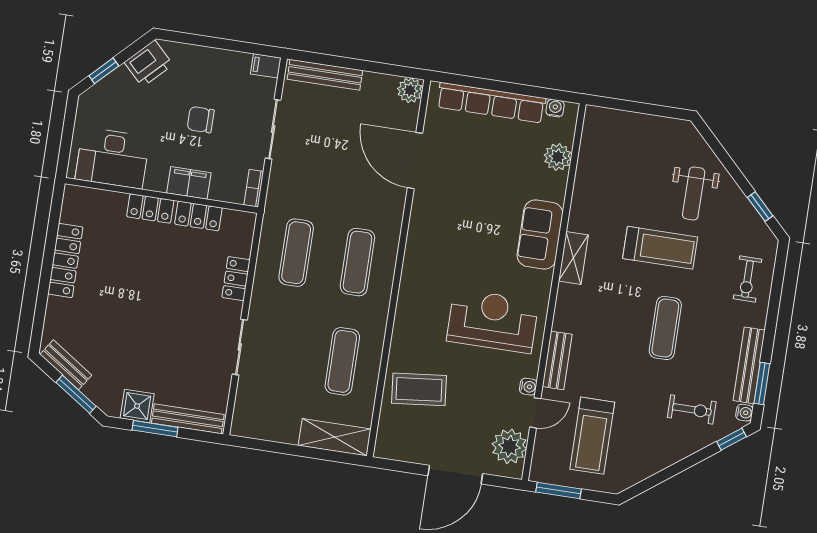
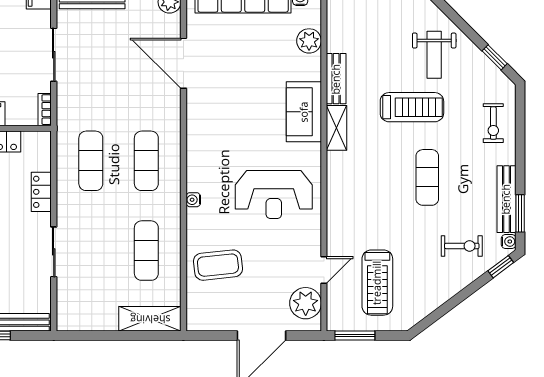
reception desk: (493, 321) -> (274, 195), turned 180
bench: (557, 360) -> (336, 79), moved
water cooler: (528, 387) -> (193, 200), moved, turned 180

